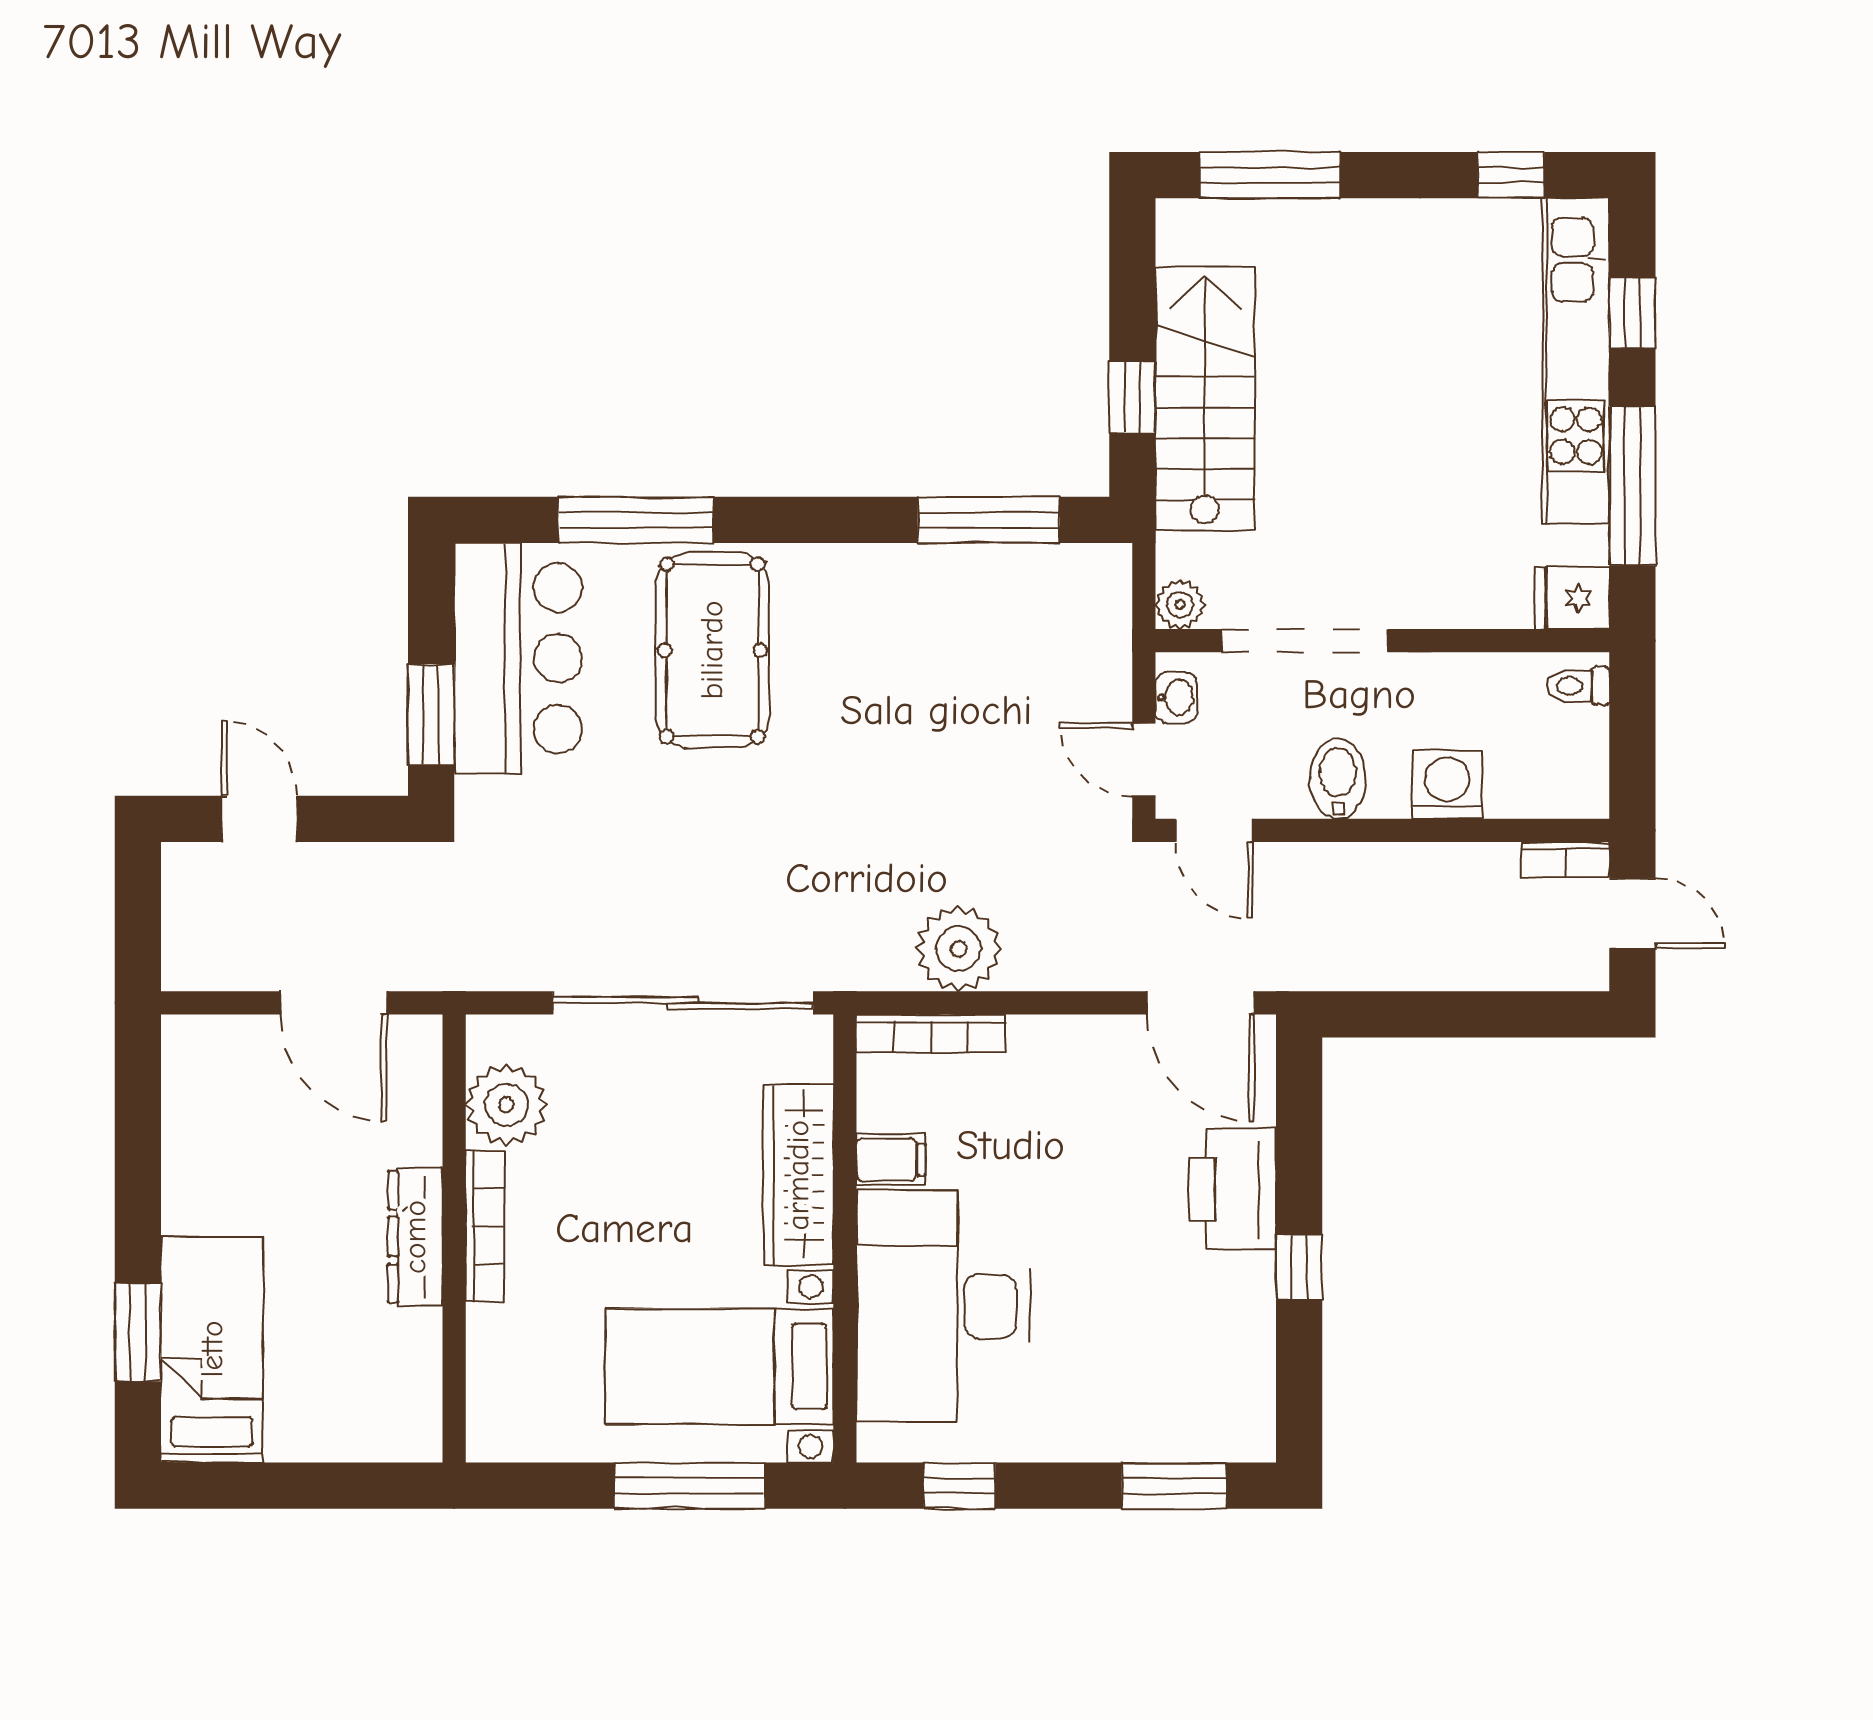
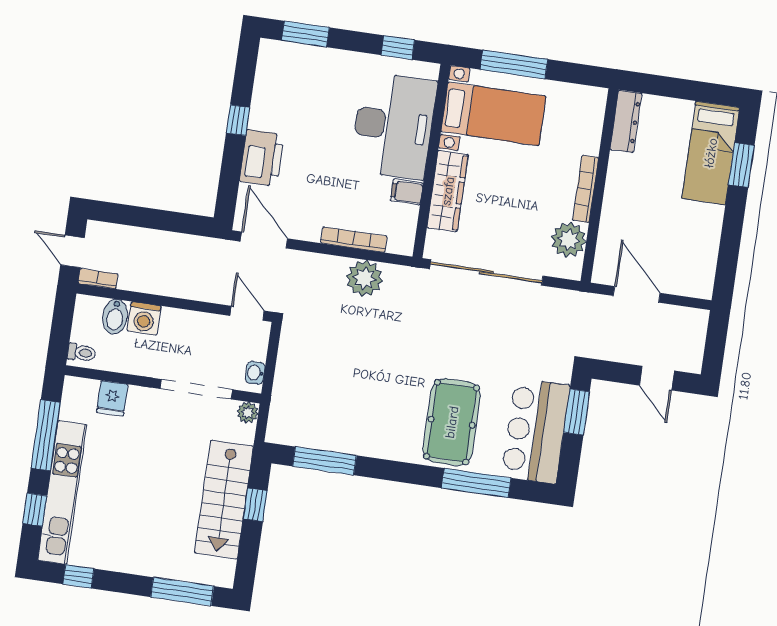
fridge: (1572, 598) -> (112, 398), moved, turned 90
door: (1144, 760) -> (273, 348), removed
bidet: (1338, 779) -> (115, 317), moved
bookcase: (931, 1033) -> (354, 240), moved
dresser: (415, 1237) -> (626, 121), moved

